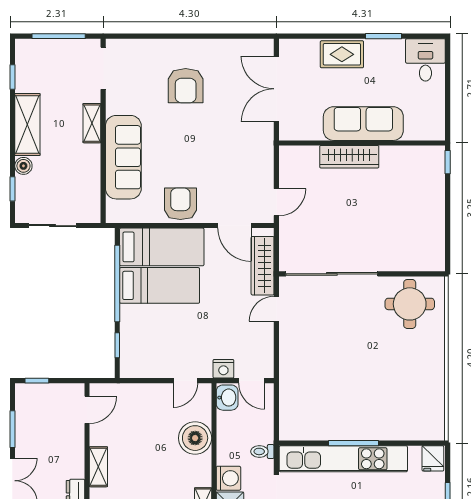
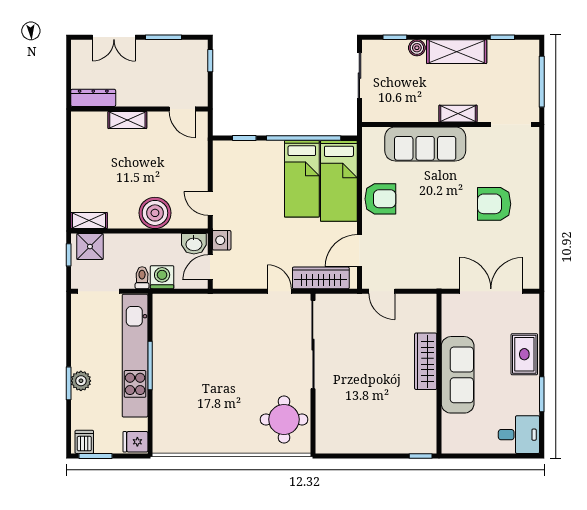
washing machine: (228, 478) -> (162, 277), moved, turned 180

